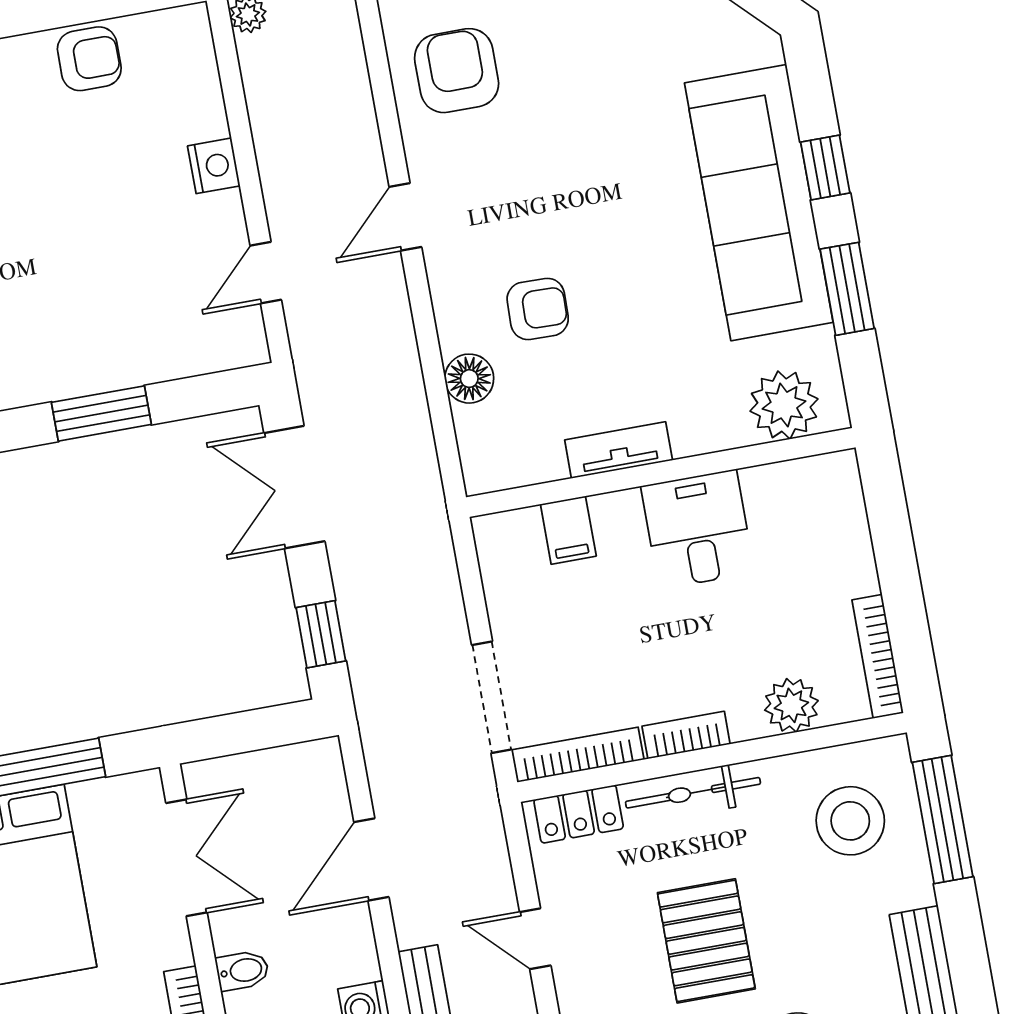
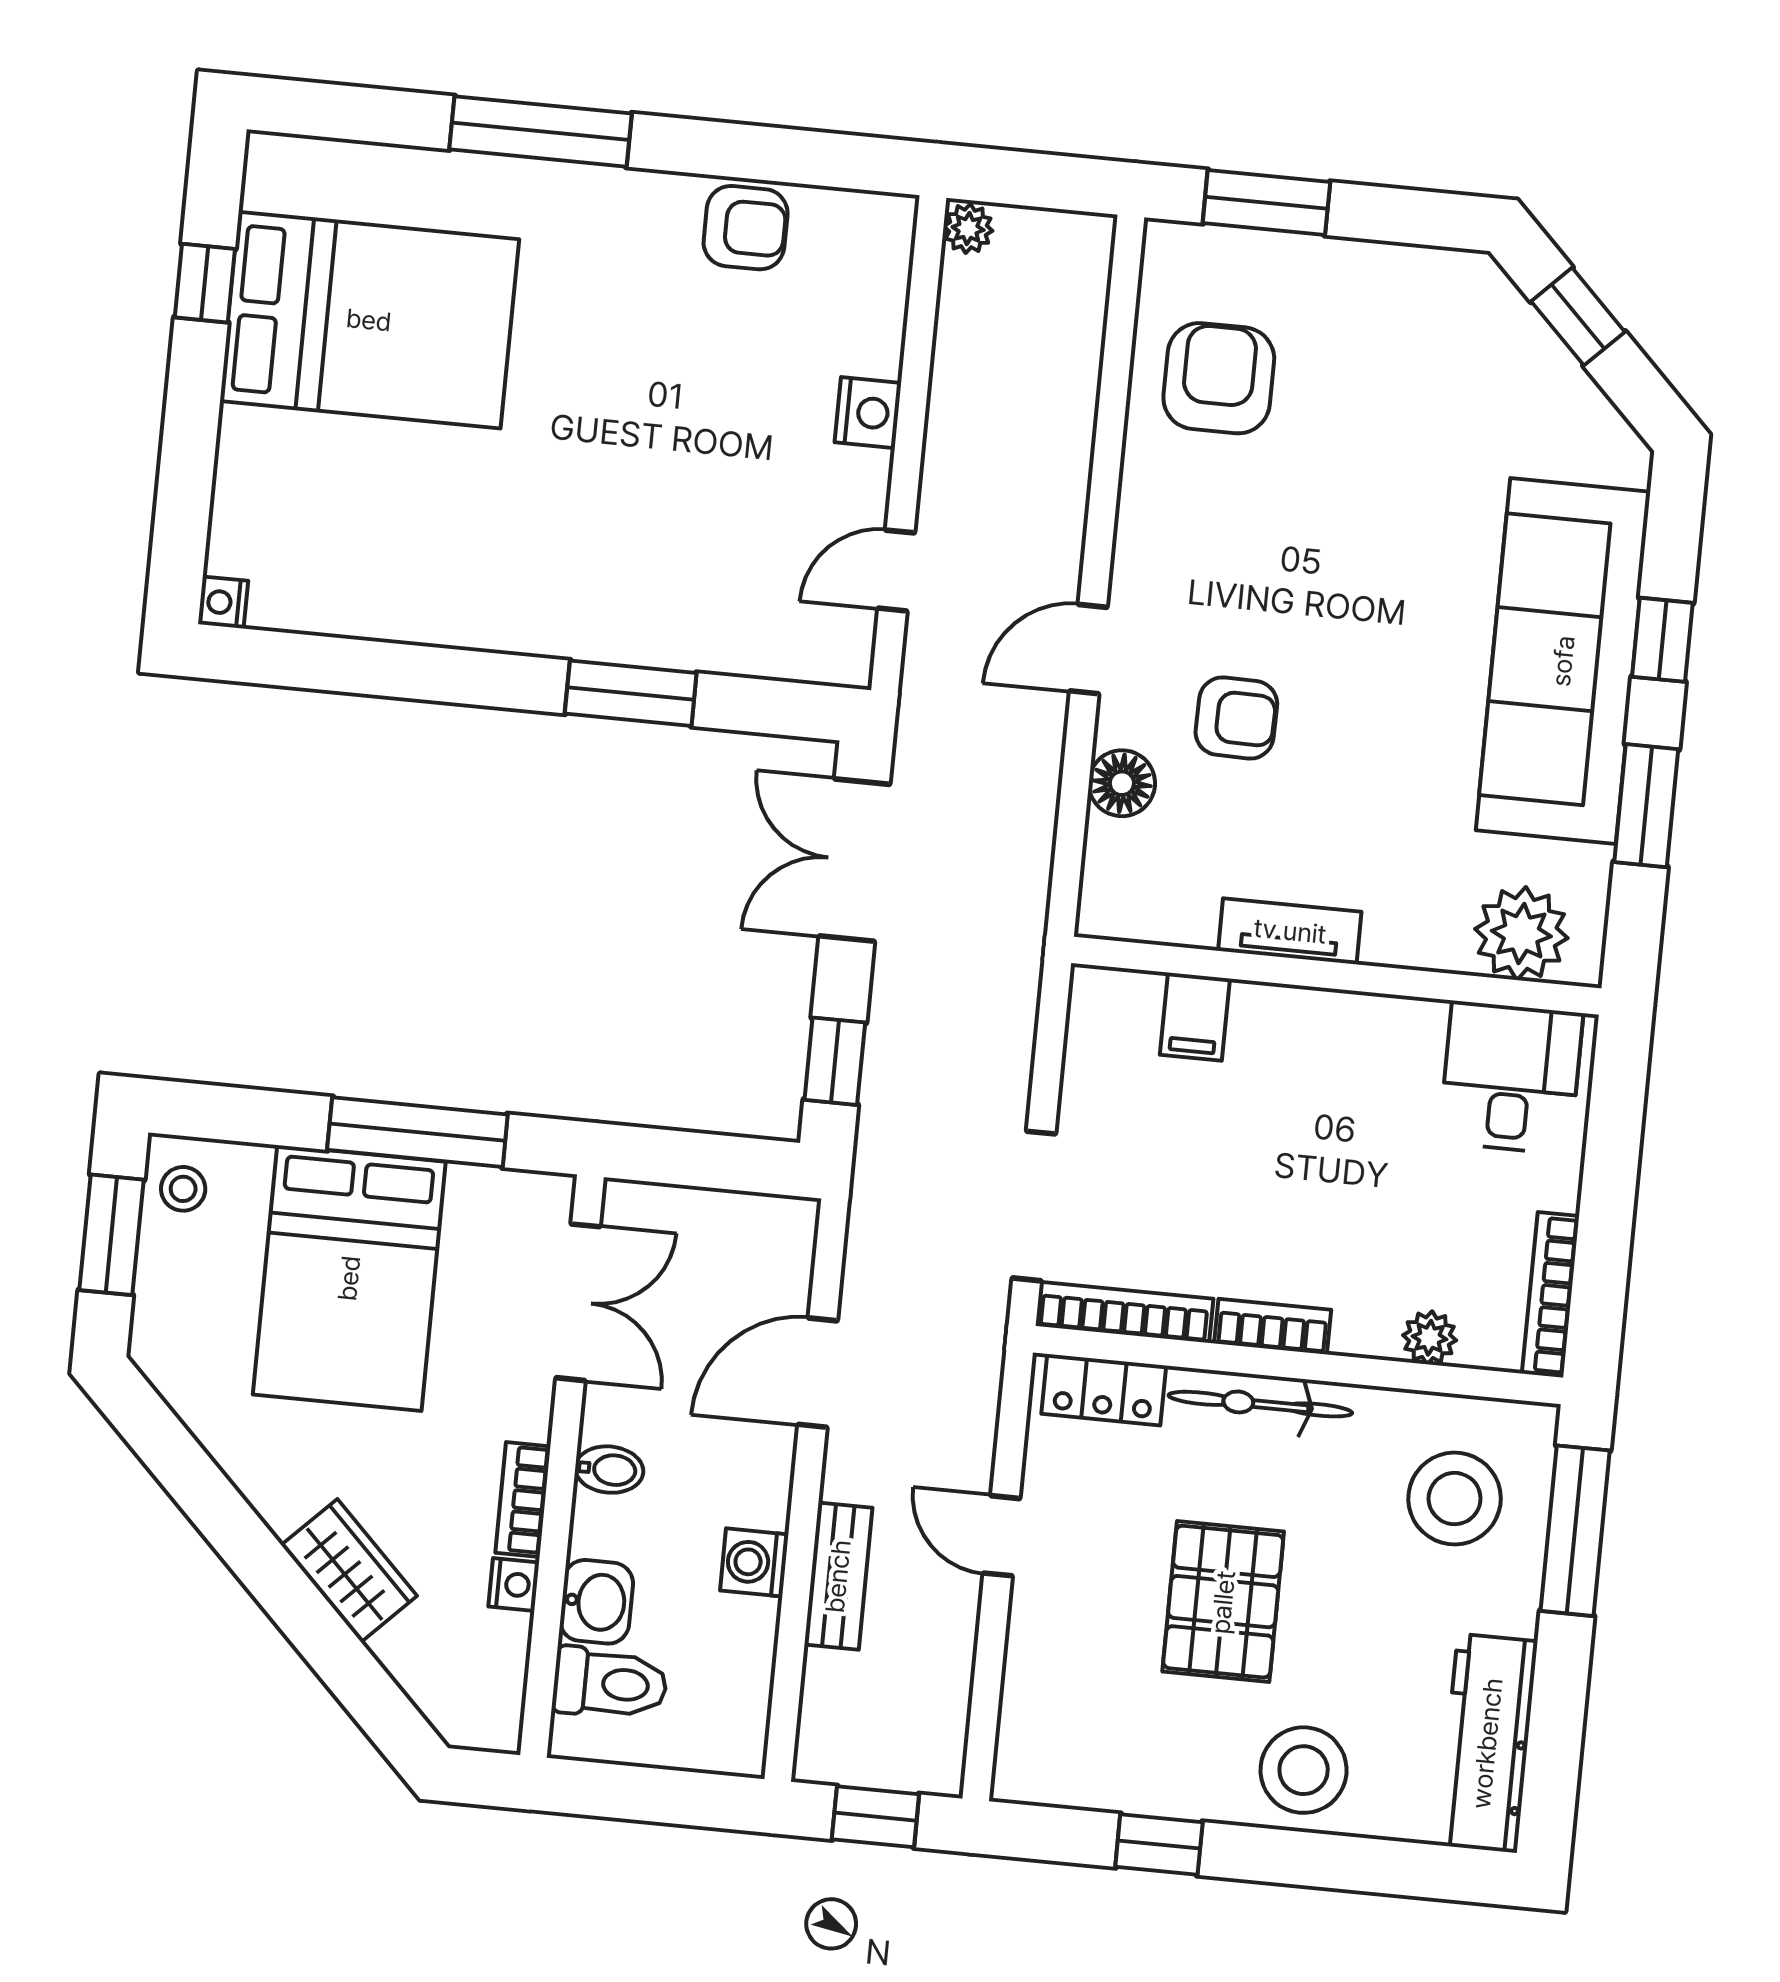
door: (405, 217) -> (1088, 649), moved
desk: (698, 529) -> (1511, 1078), moved
plant: (791, 705) -> (1430, 1338), width x0.73, depth x0.73

